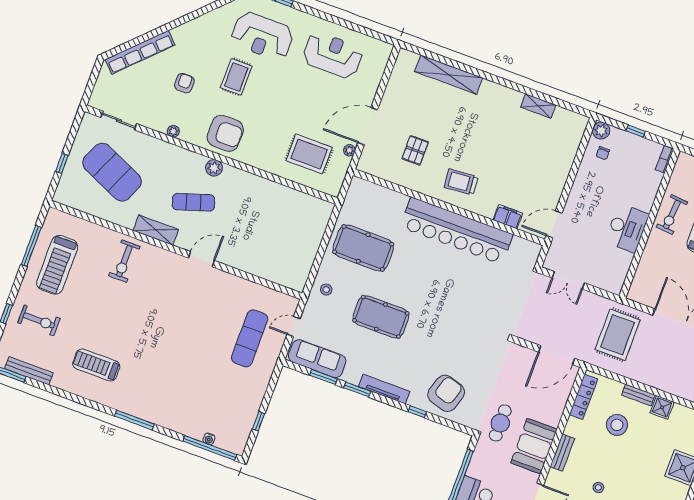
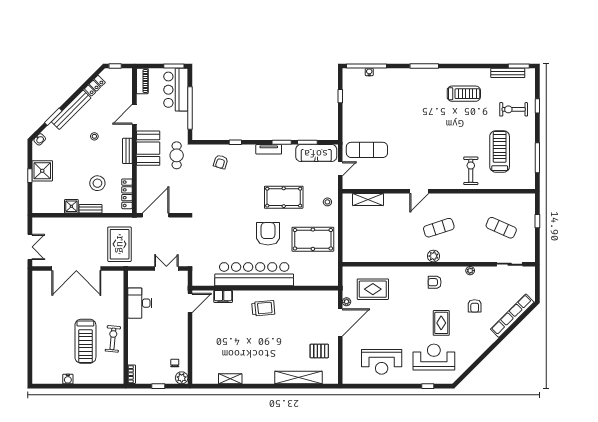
armchair: (225, 133) -> (435, 282), width x0.53, depth x0.53
pallet: (415, 150) -> (319, 351), moved, turned 90
exercise mat: (112, 172) -> (501, 228), width x0.50, depth x0.69
desk: (627, 228) -> (140, 303), moved
shelving: (156, 230) -> (368, 200), moved
treadmill: (57, 265) -> (500, 151), moved
armchair: (419, 277) -> (268, 234), added
exercise mat: (250, 338) -> (367, 150), turned 90
tv unit: (384, 389) -> (269, 149), width x0.71
armchair: (446, 393) -> (221, 162), width x0.53, depth x0.53

